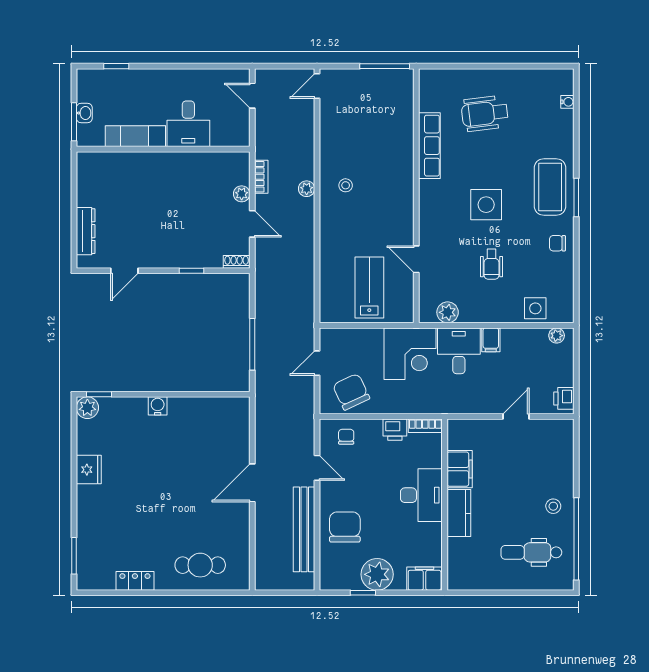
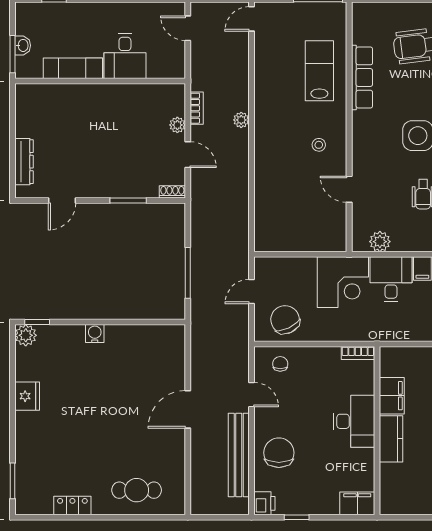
stool: (346, 185) -> (319, 145), moved
window: (191, 271) -> (128, 201), width x1.50
lab bench: (369, 288) -> (319, 71), moved
printer: (395, 430) -> (264, 503), moved, turned -90
plant: (377, 574) -> (311, 499), removed

